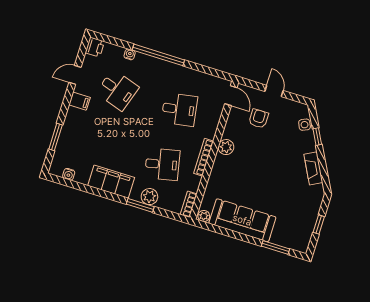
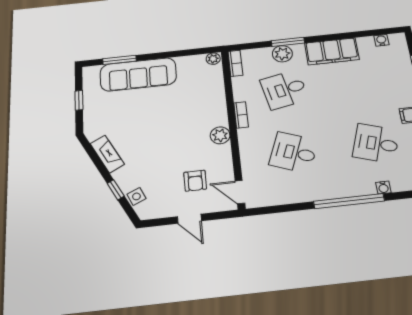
desk: (179, 109) -> (294, 152), turned 30
bookcase: (204, 157) -> (241, 115), width x0.64
sofa: (242, 220) -> (138, 74), moved

